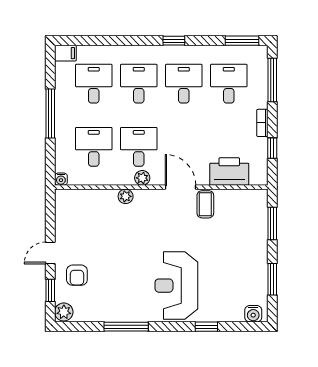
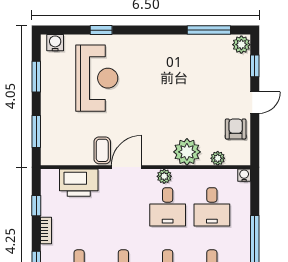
door: (181, 187) -> (127, 167), swing flipped
plant: (88, 196) -> (218, 158), added
plant: (126, 196) -> (187, 152), width x1.88, depth x1.88
armchair: (77, 275) -> (236, 129), moved
reception desk: (176, 286) -> (97, 78), moved
window: (126, 327) -> (209, 30), moved

